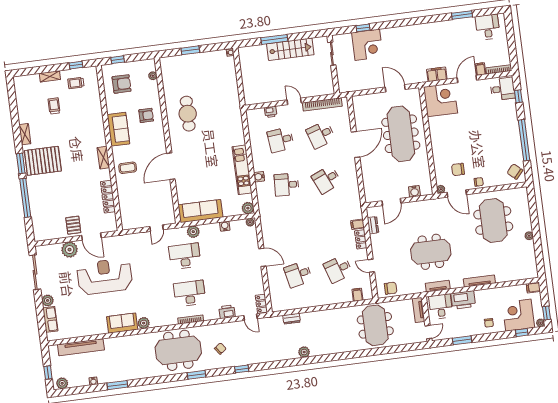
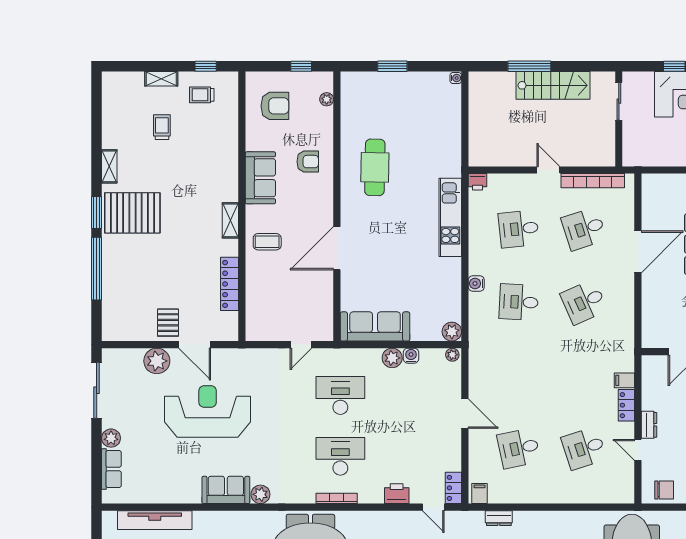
window: (118, 60) -> (301, 66), moved
printer: (271, 112) -> (478, 182), moved
kitchen unit: (242, 170) -> (450, 217), moved
dresser: (373, 225) -> (649, 425), moved
plant: (193, 232) -> (392, 358), moved
filing cabinet: (357, 295) -> (479, 494), moved

